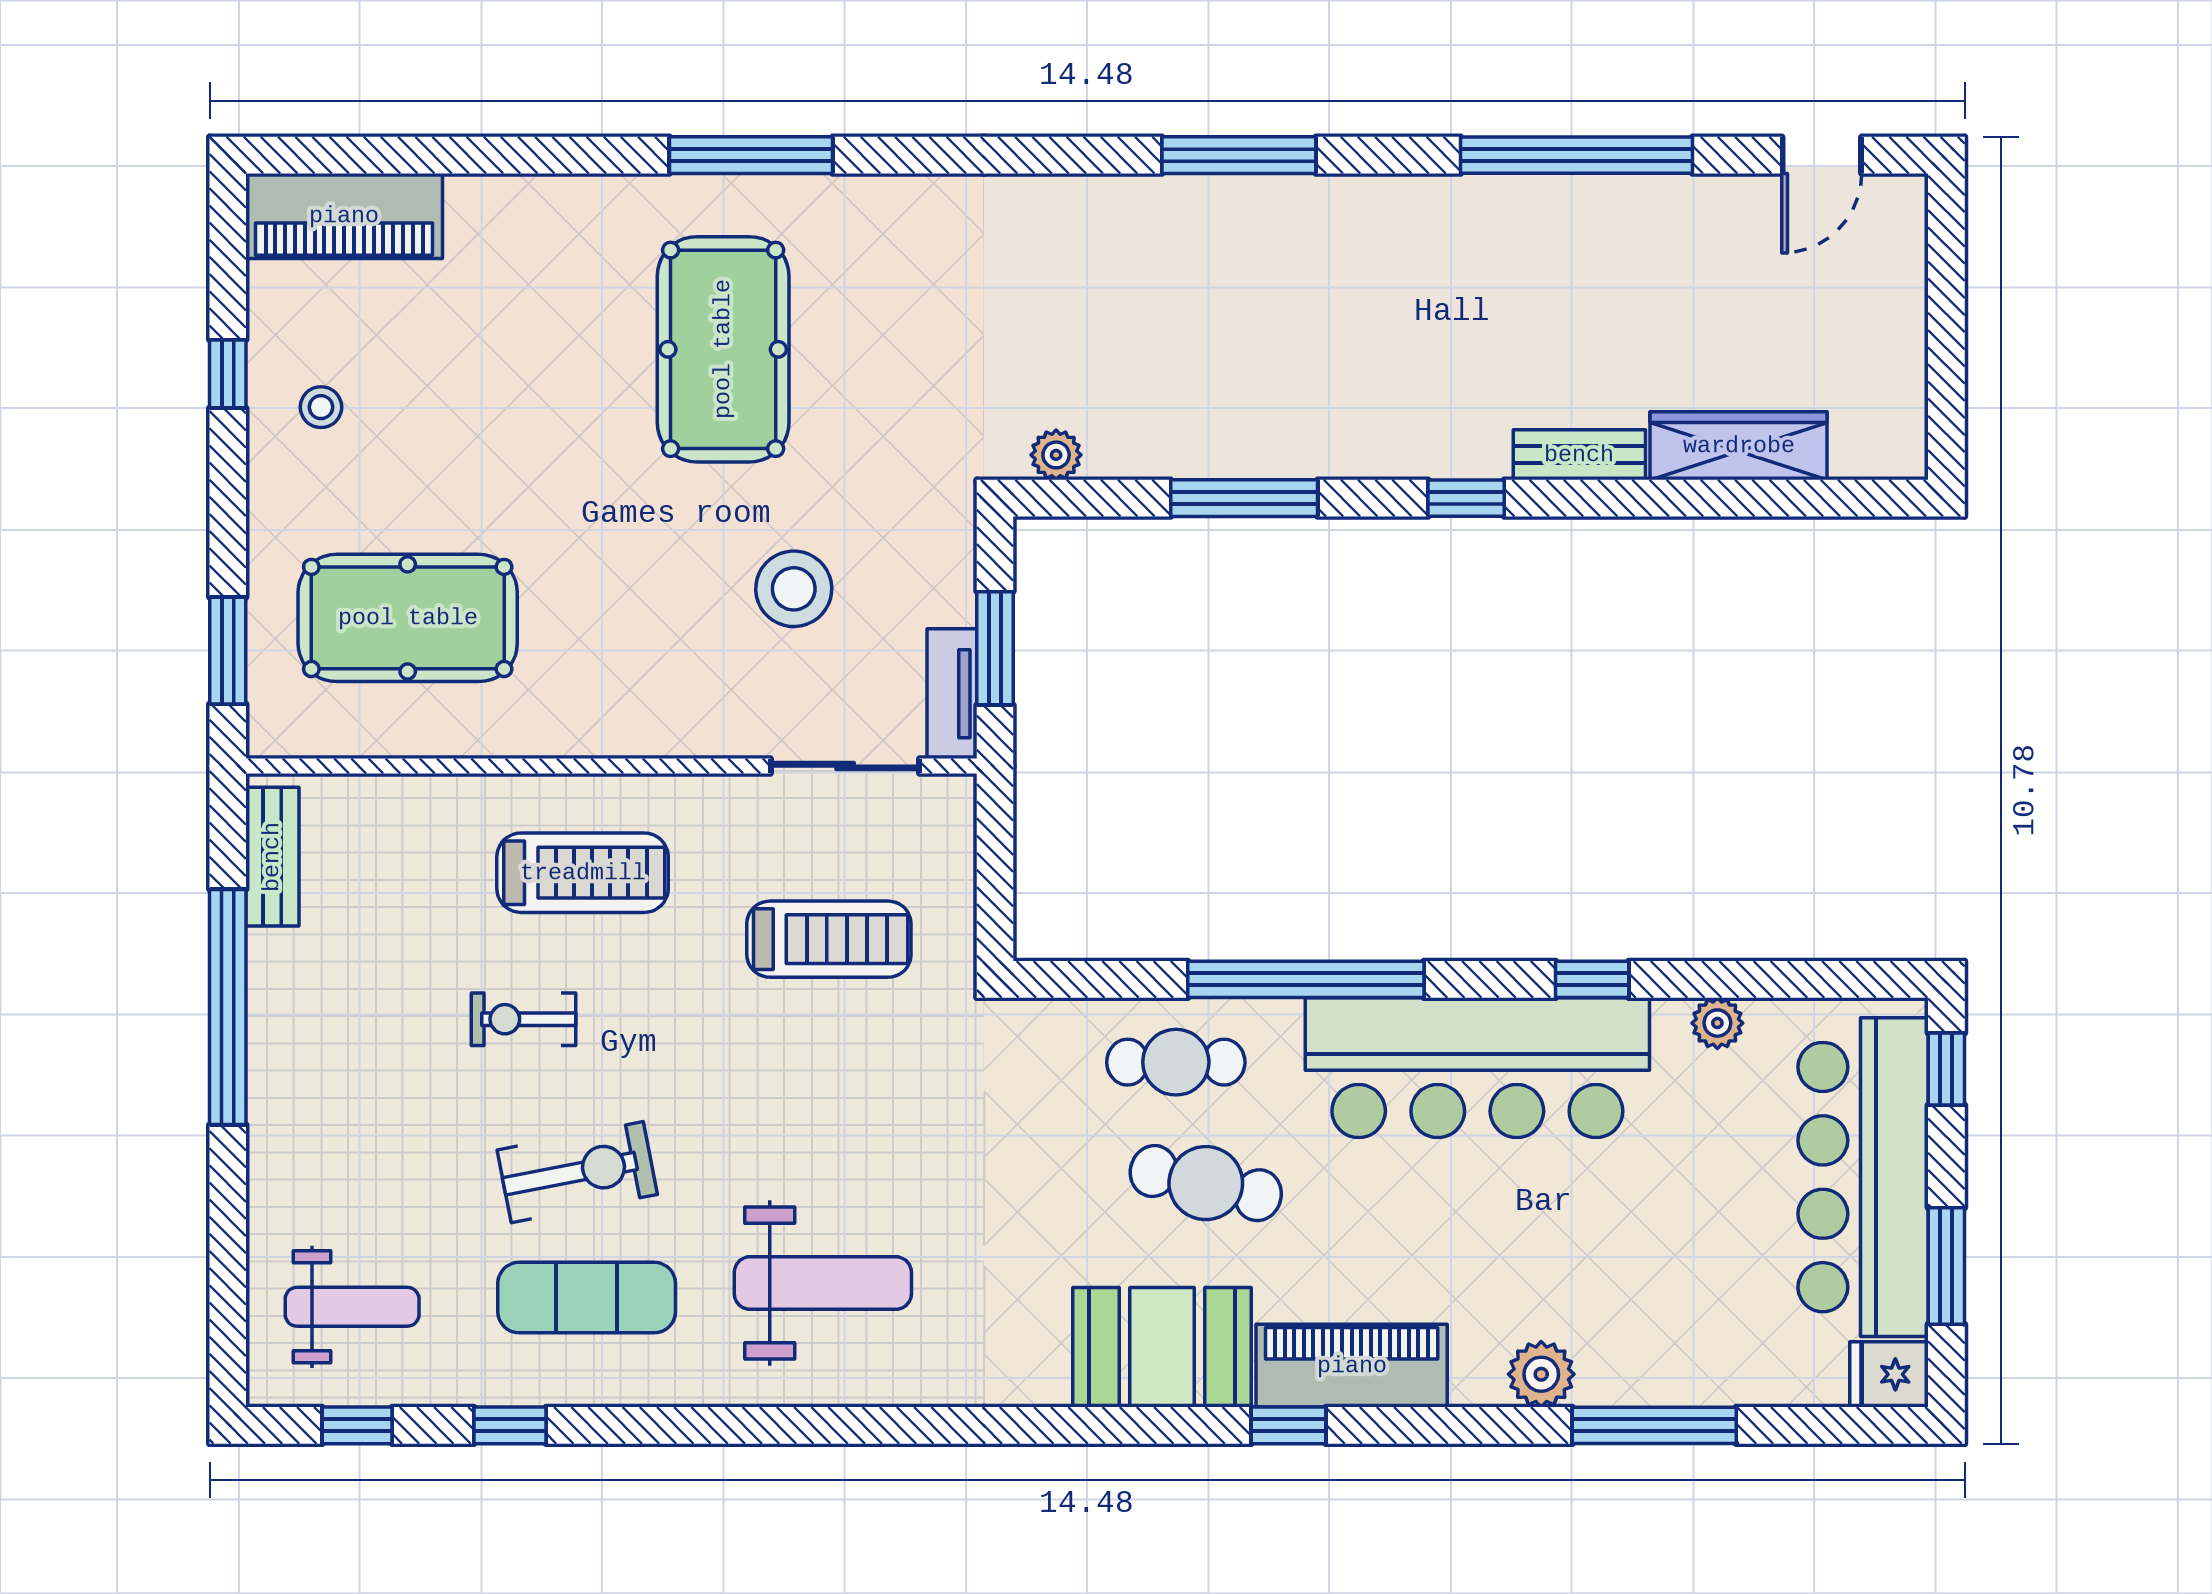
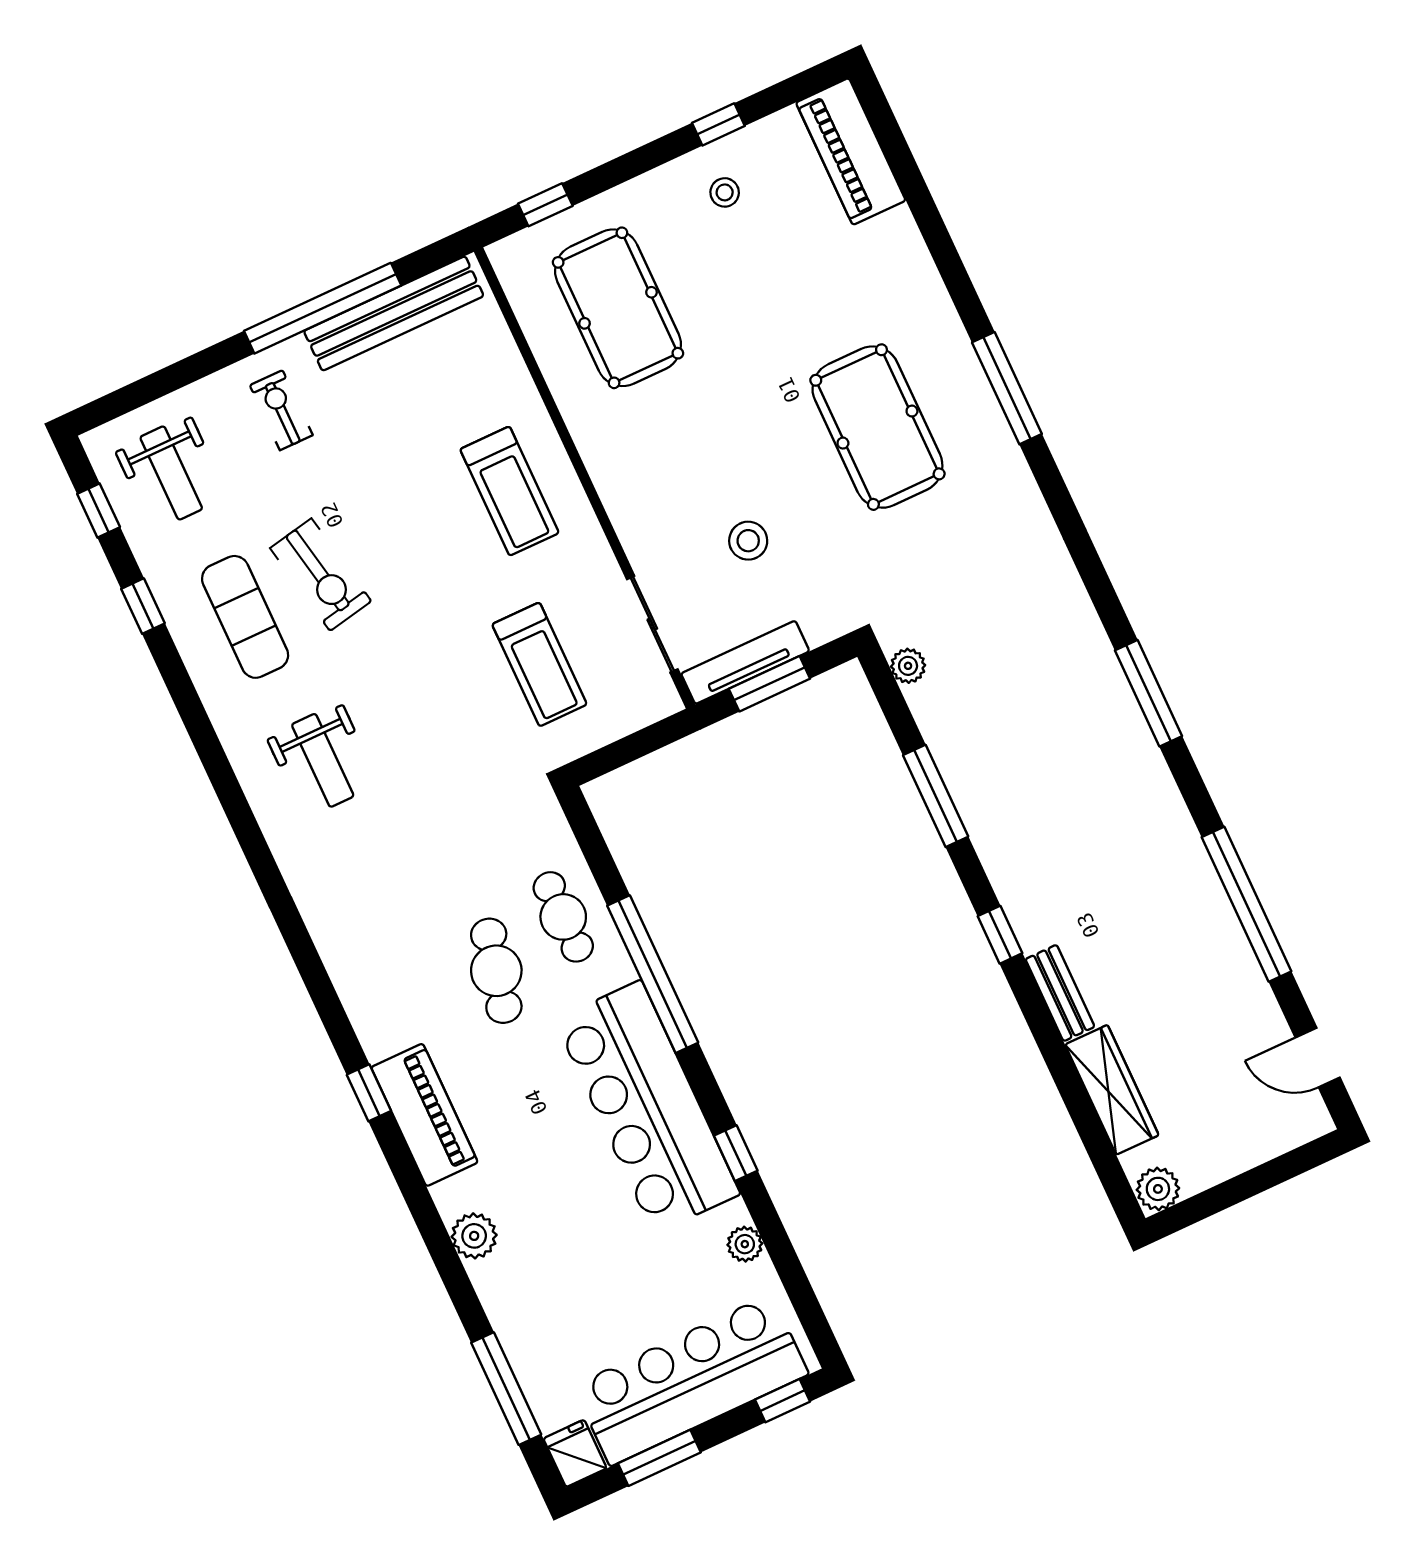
pool table: (723, 349) -> (877, 427), turned 90
plant: (1897, 446) -> (1158, 1189), added
stool: (794, 589) -> (748, 541), width x0.73, depth x0.73
window: (228, 651) -> (545, 205), width x0.67
tv unit: (952, 694) -> (745, 662), width x1.41
bench: (272, 857) -> (394, 313), width x1.86, depth x1.21
exercise bike: (524, 1019) -> (281, 410), moved
weight bench: (823, 1283) -> (323, 760), width x0.73, depth x0.75
booth: (1162, 1347) -> (381, 991), removed
window: (1654, 1425) -> (506, 1389), moved

